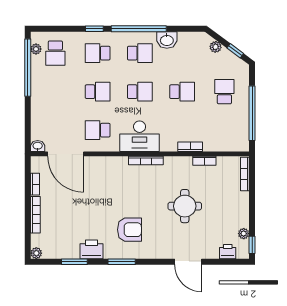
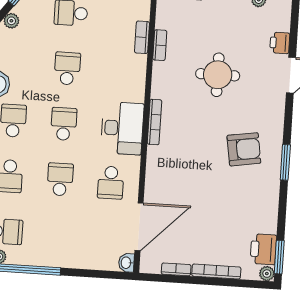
bookcase: (190, 147) -> (142, 37), moved
armchair: (129, 230) -> (244, 149), turned 81
printer: (92, 249) -> (263, 249), moved
printer: (228, 252) -> (280, 43), moved
window: (74, 262) -> (279, 257), moved

